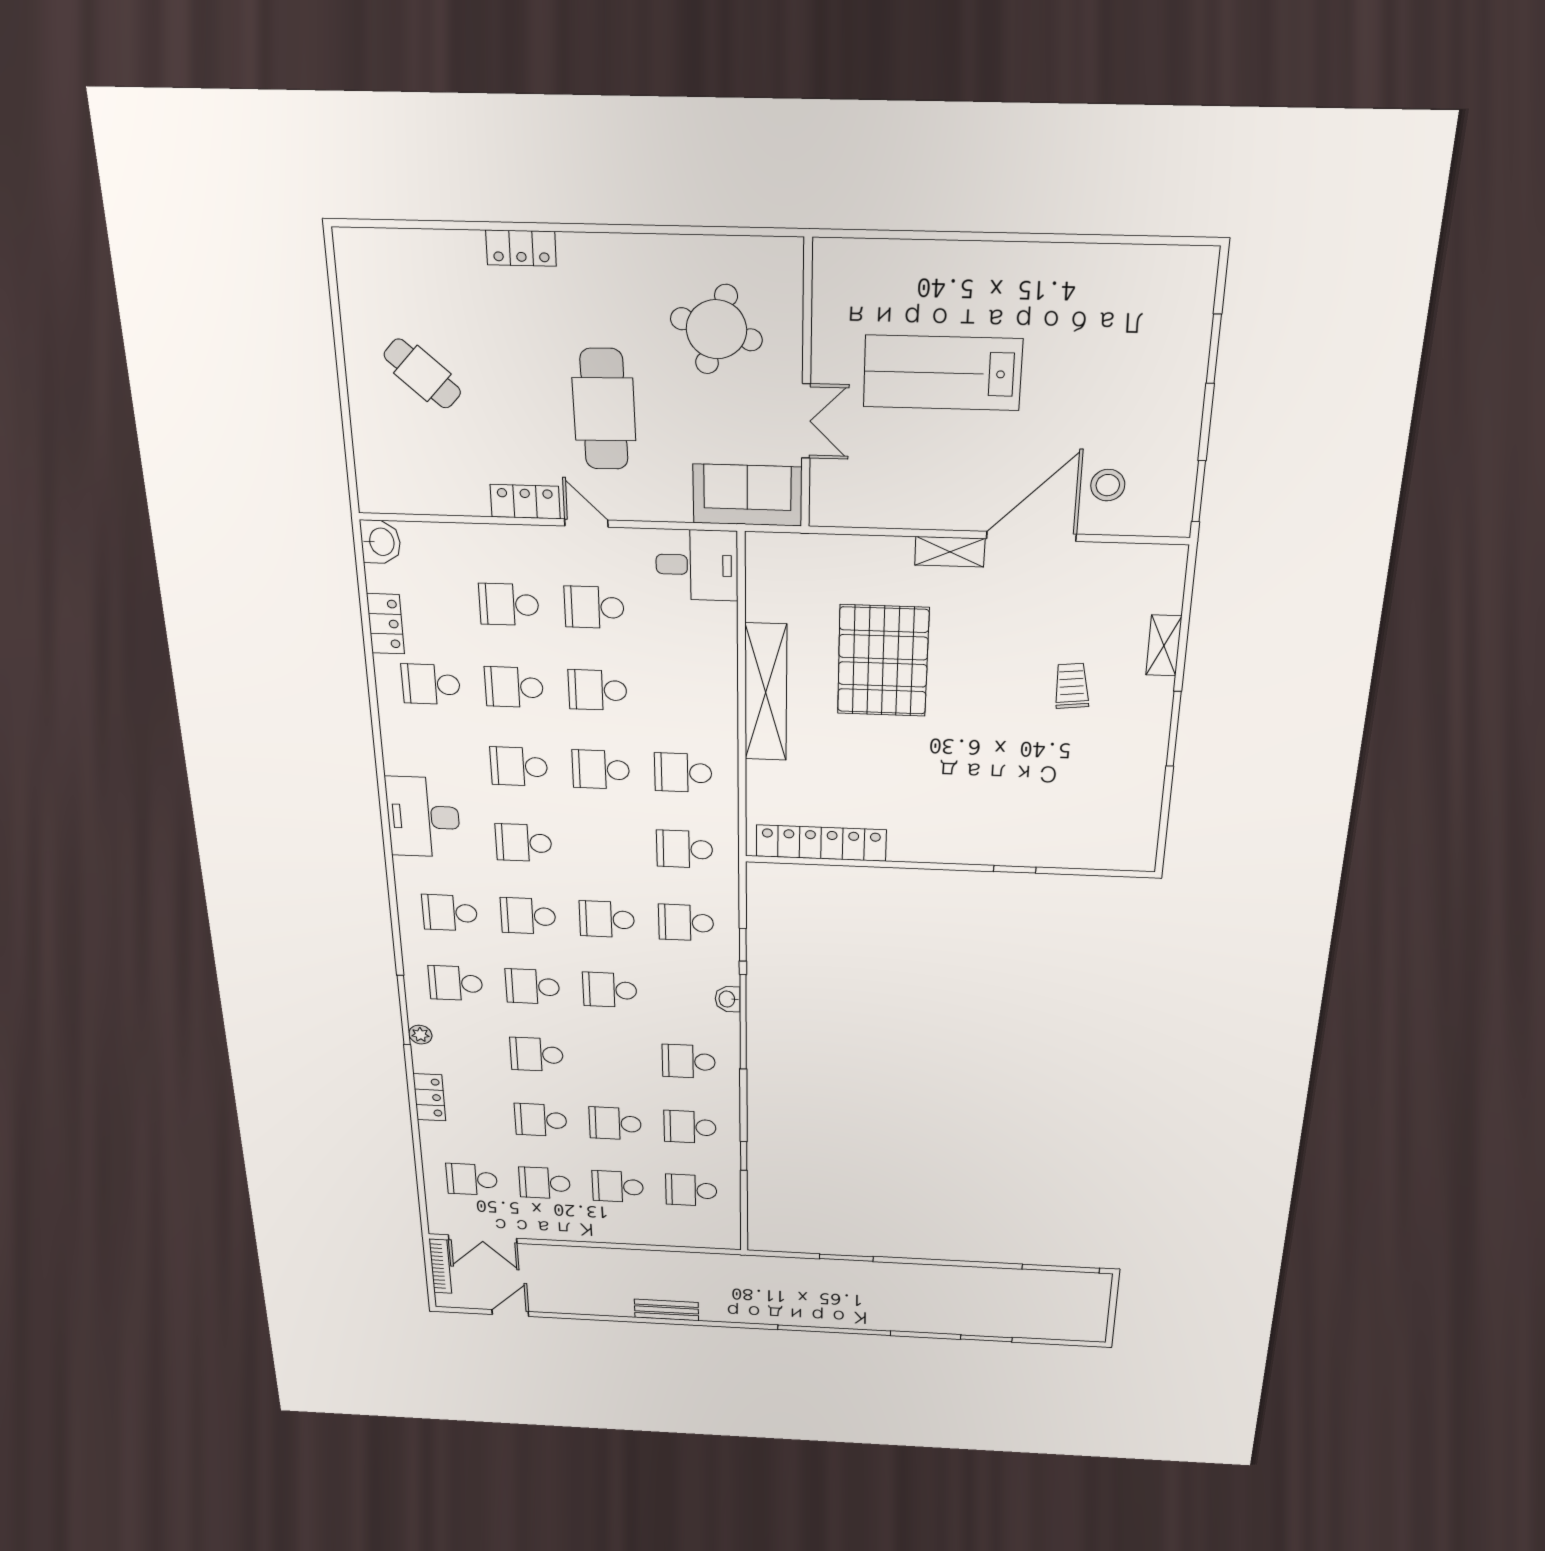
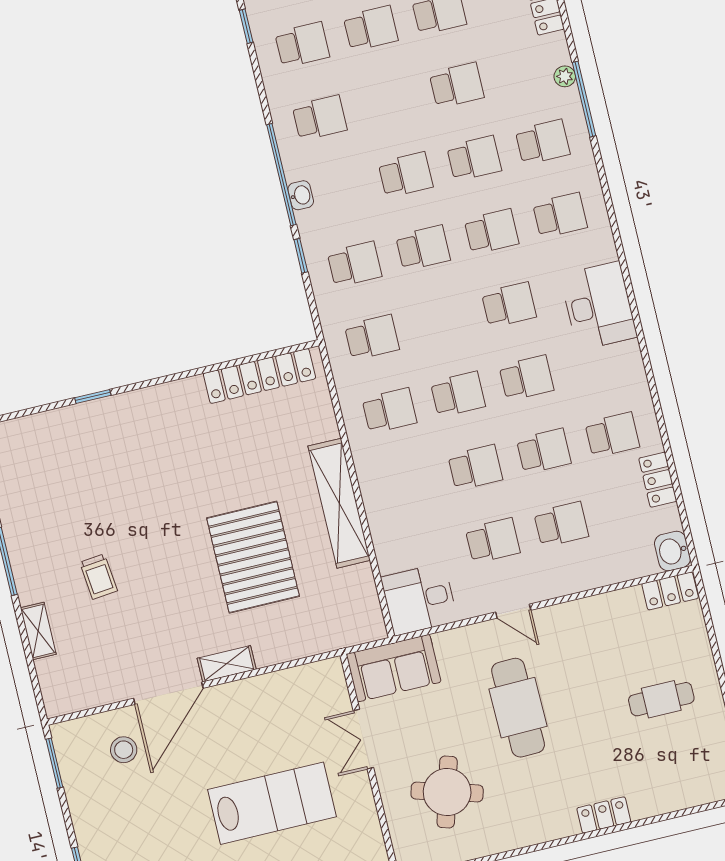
cafe table: (422, 374) -> (661, 699), turned -42
locker: (525, 502) -> (670, 591), moved

